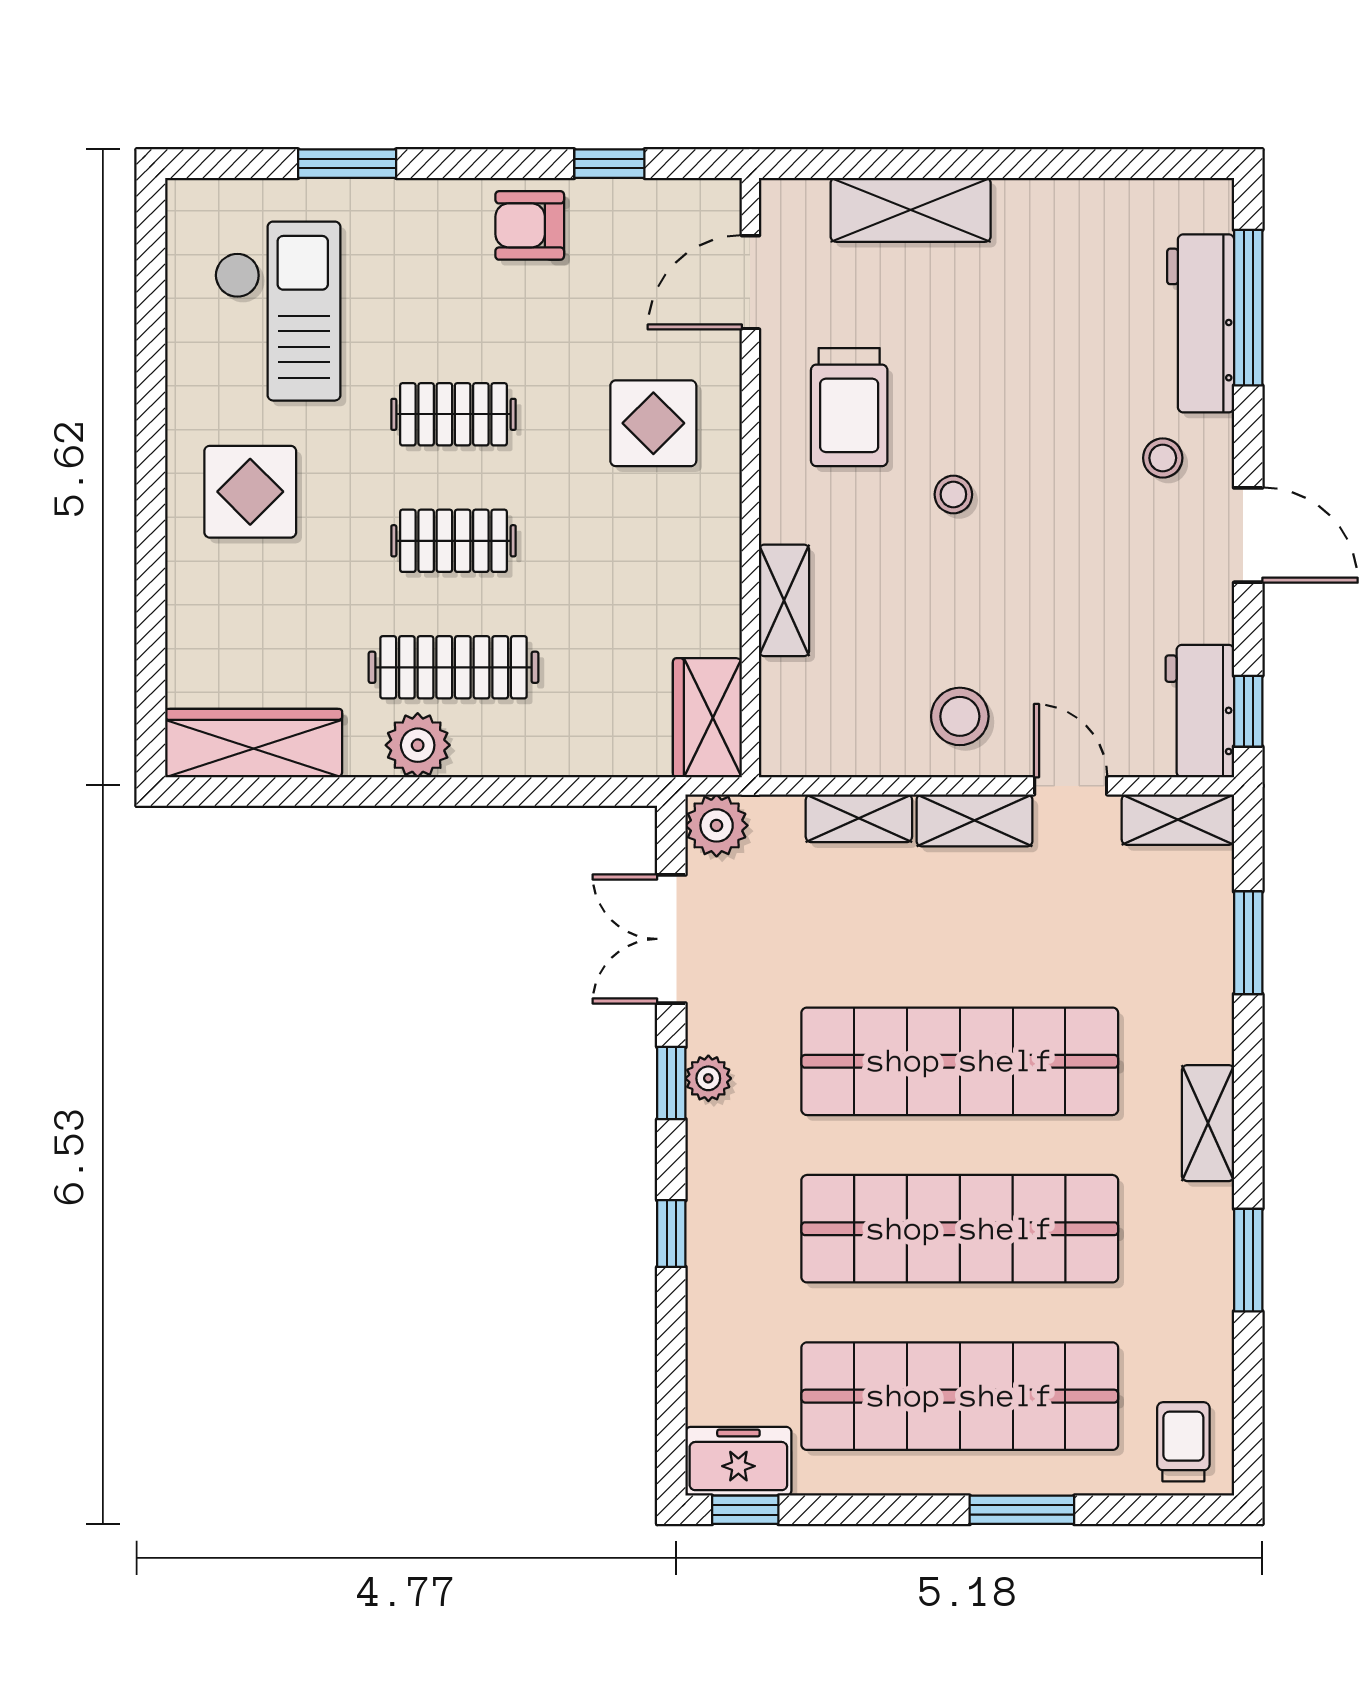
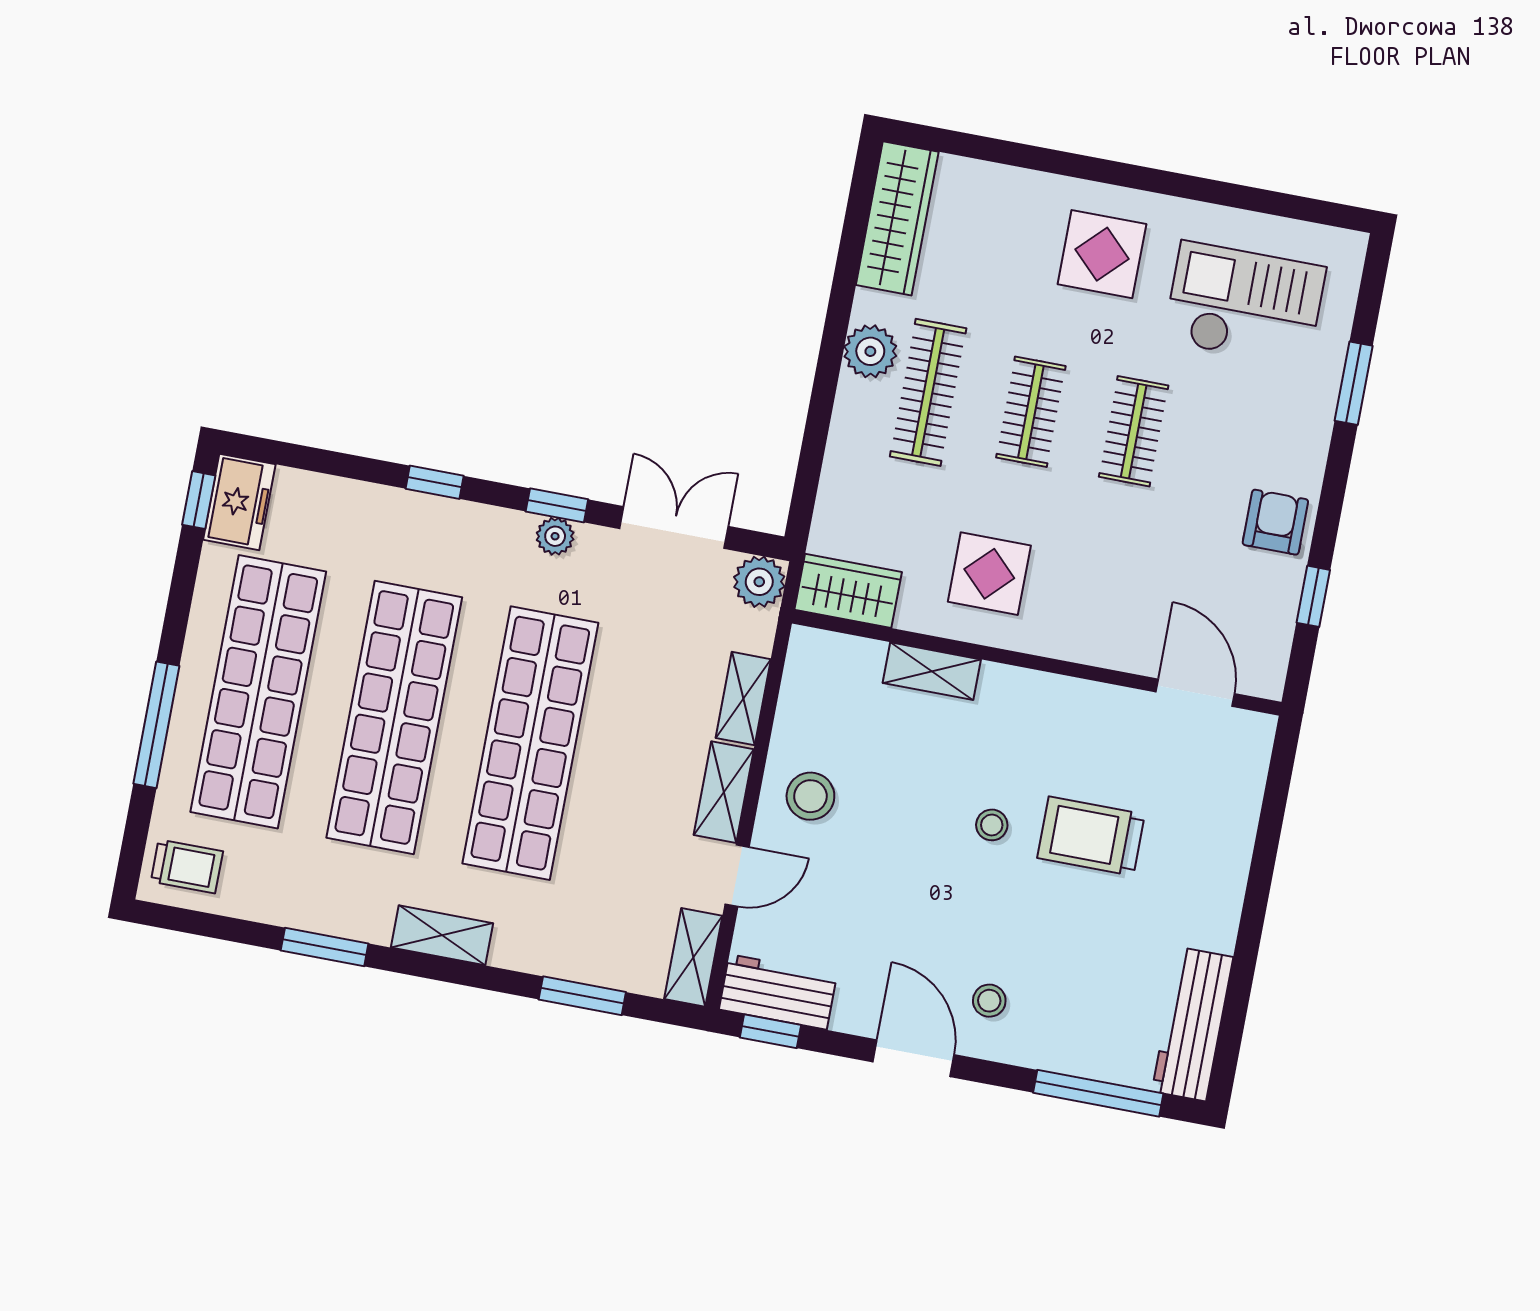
shelving: (911, 210) -> (1230, 834), removed
checkout: (278, 311) -> (1245, 304), turned 180
workbench: (1201, 323) -> (1192, 1024), moved, turned -90
trolley: (849, 407) -> (1091, 836), moved
display table: (653, 423) -> (989, 574), moved
door: (1248, 535) -> (914, 1058), swing flipped
window: (1022, 1510) -> (156, 725), width x1.44

